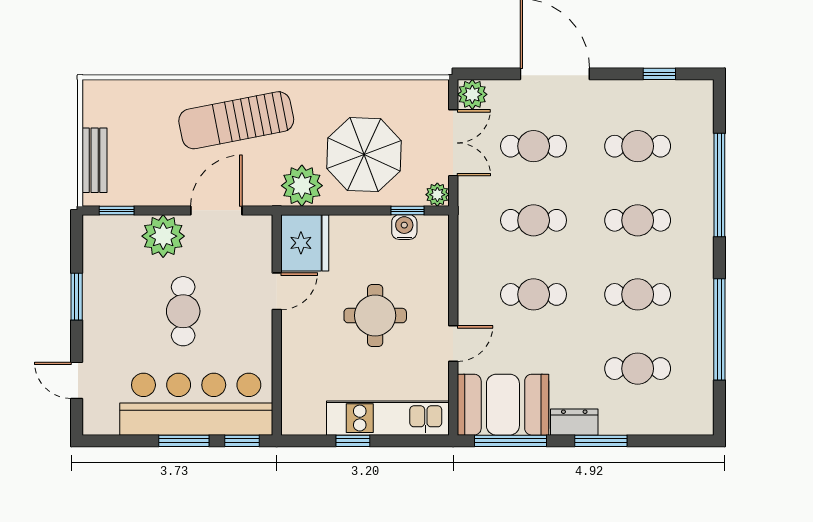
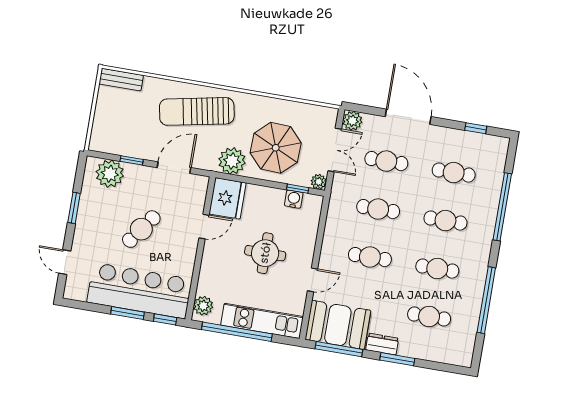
bench: (95, 160) -> (121, 80), moved, turned 90
window: (117, 210) -> (132, 160), moved
plant: (163, 236) -> (110, 174), moved
cafe table: (183, 311) -> (141, 229), turned 36
plant: (296, 410) -> (203, 306), added
window: (353, 441) -> (237, 332), width x3.17

